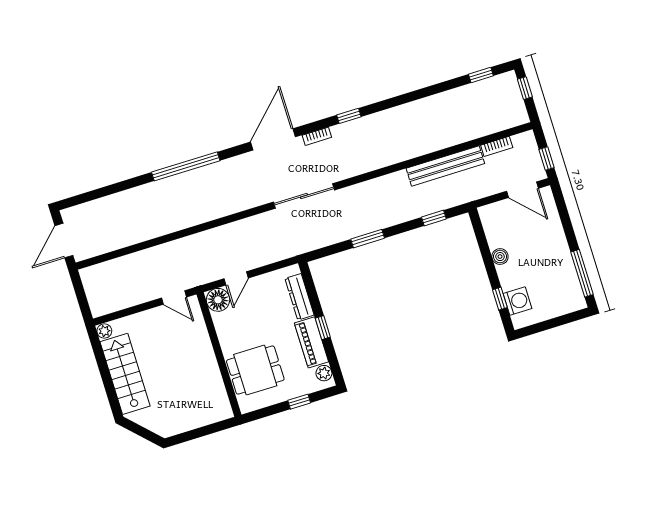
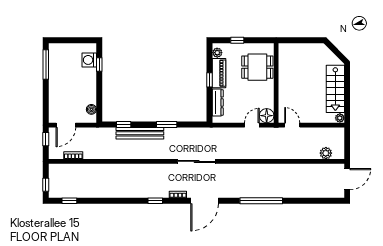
bench: (445, 166) -> (140, 133), moved
door: (522, 190) -> (66, 125), swing flipped
boiler: (500, 257) -> (91, 109), moved
plant: (109, 270) -> (326, 153), added

